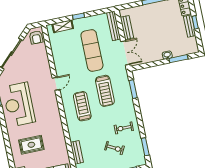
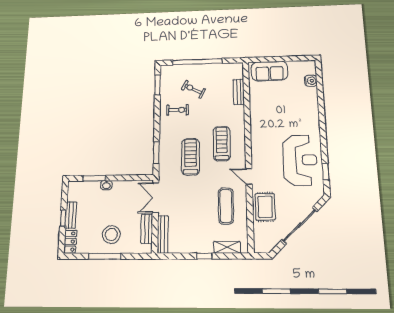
stool: (154, 18) -> (111, 234), added
armchair: (36, 37) -> (264, 240), removed
exercise mat: (92, 50) -> (226, 206), moved, width x0.73, depth x0.69
door: (56, 84) -> (249, 177), hinge flipped
treadmill: (82, 106) -> (222, 144), turned 180
rug: (31, 145) -> (265, 207), moved, turned 90

